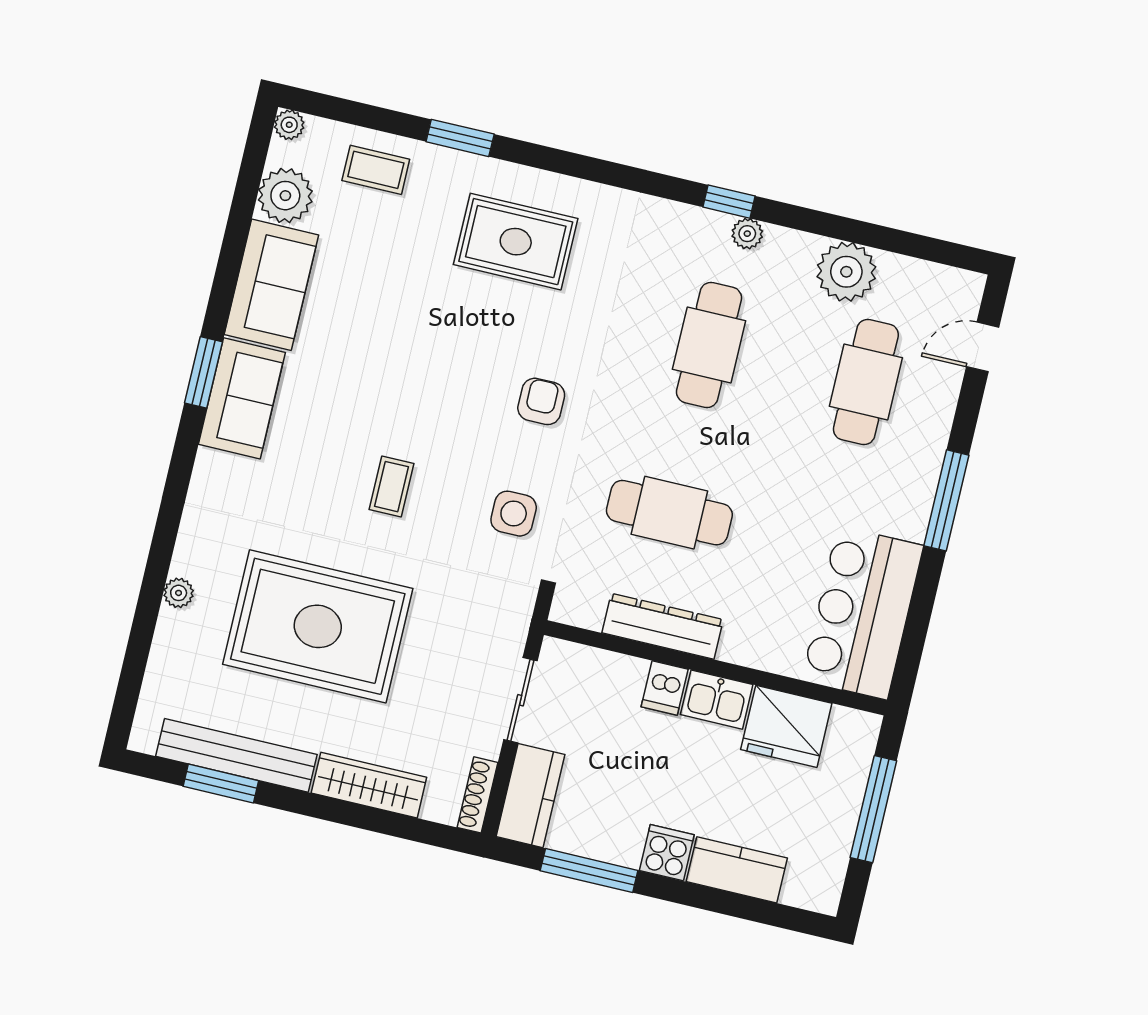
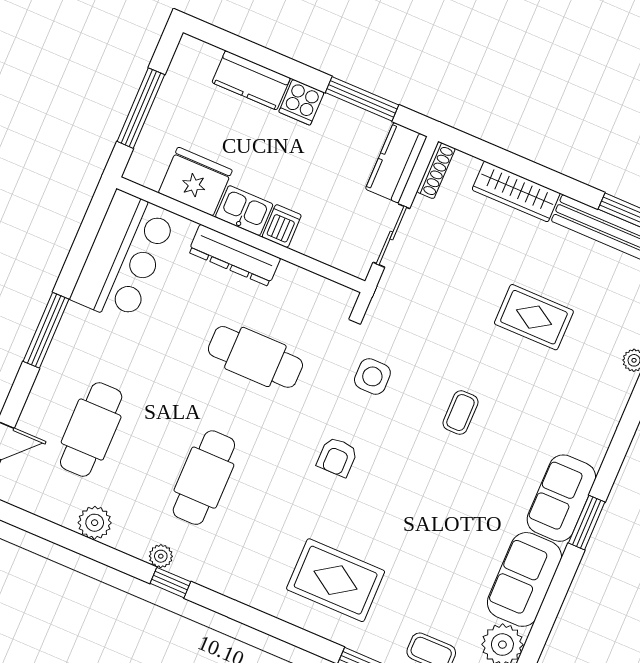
plant: (846, 272) -> (95, 523), width x0.73, depth x0.73
rug: (318, 626) -> (534, 317), width x0.54, depth x0.49
dresser: (663, 626) -> (234, 255), moved

